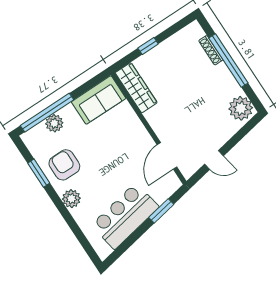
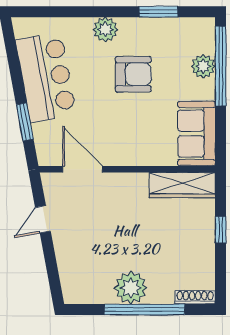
shoe rack: (211, 50) -> (195, 297), moved
plant: (241, 108) -> (131, 288), moved
armchair: (64, 165) -> (133, 74), moved

